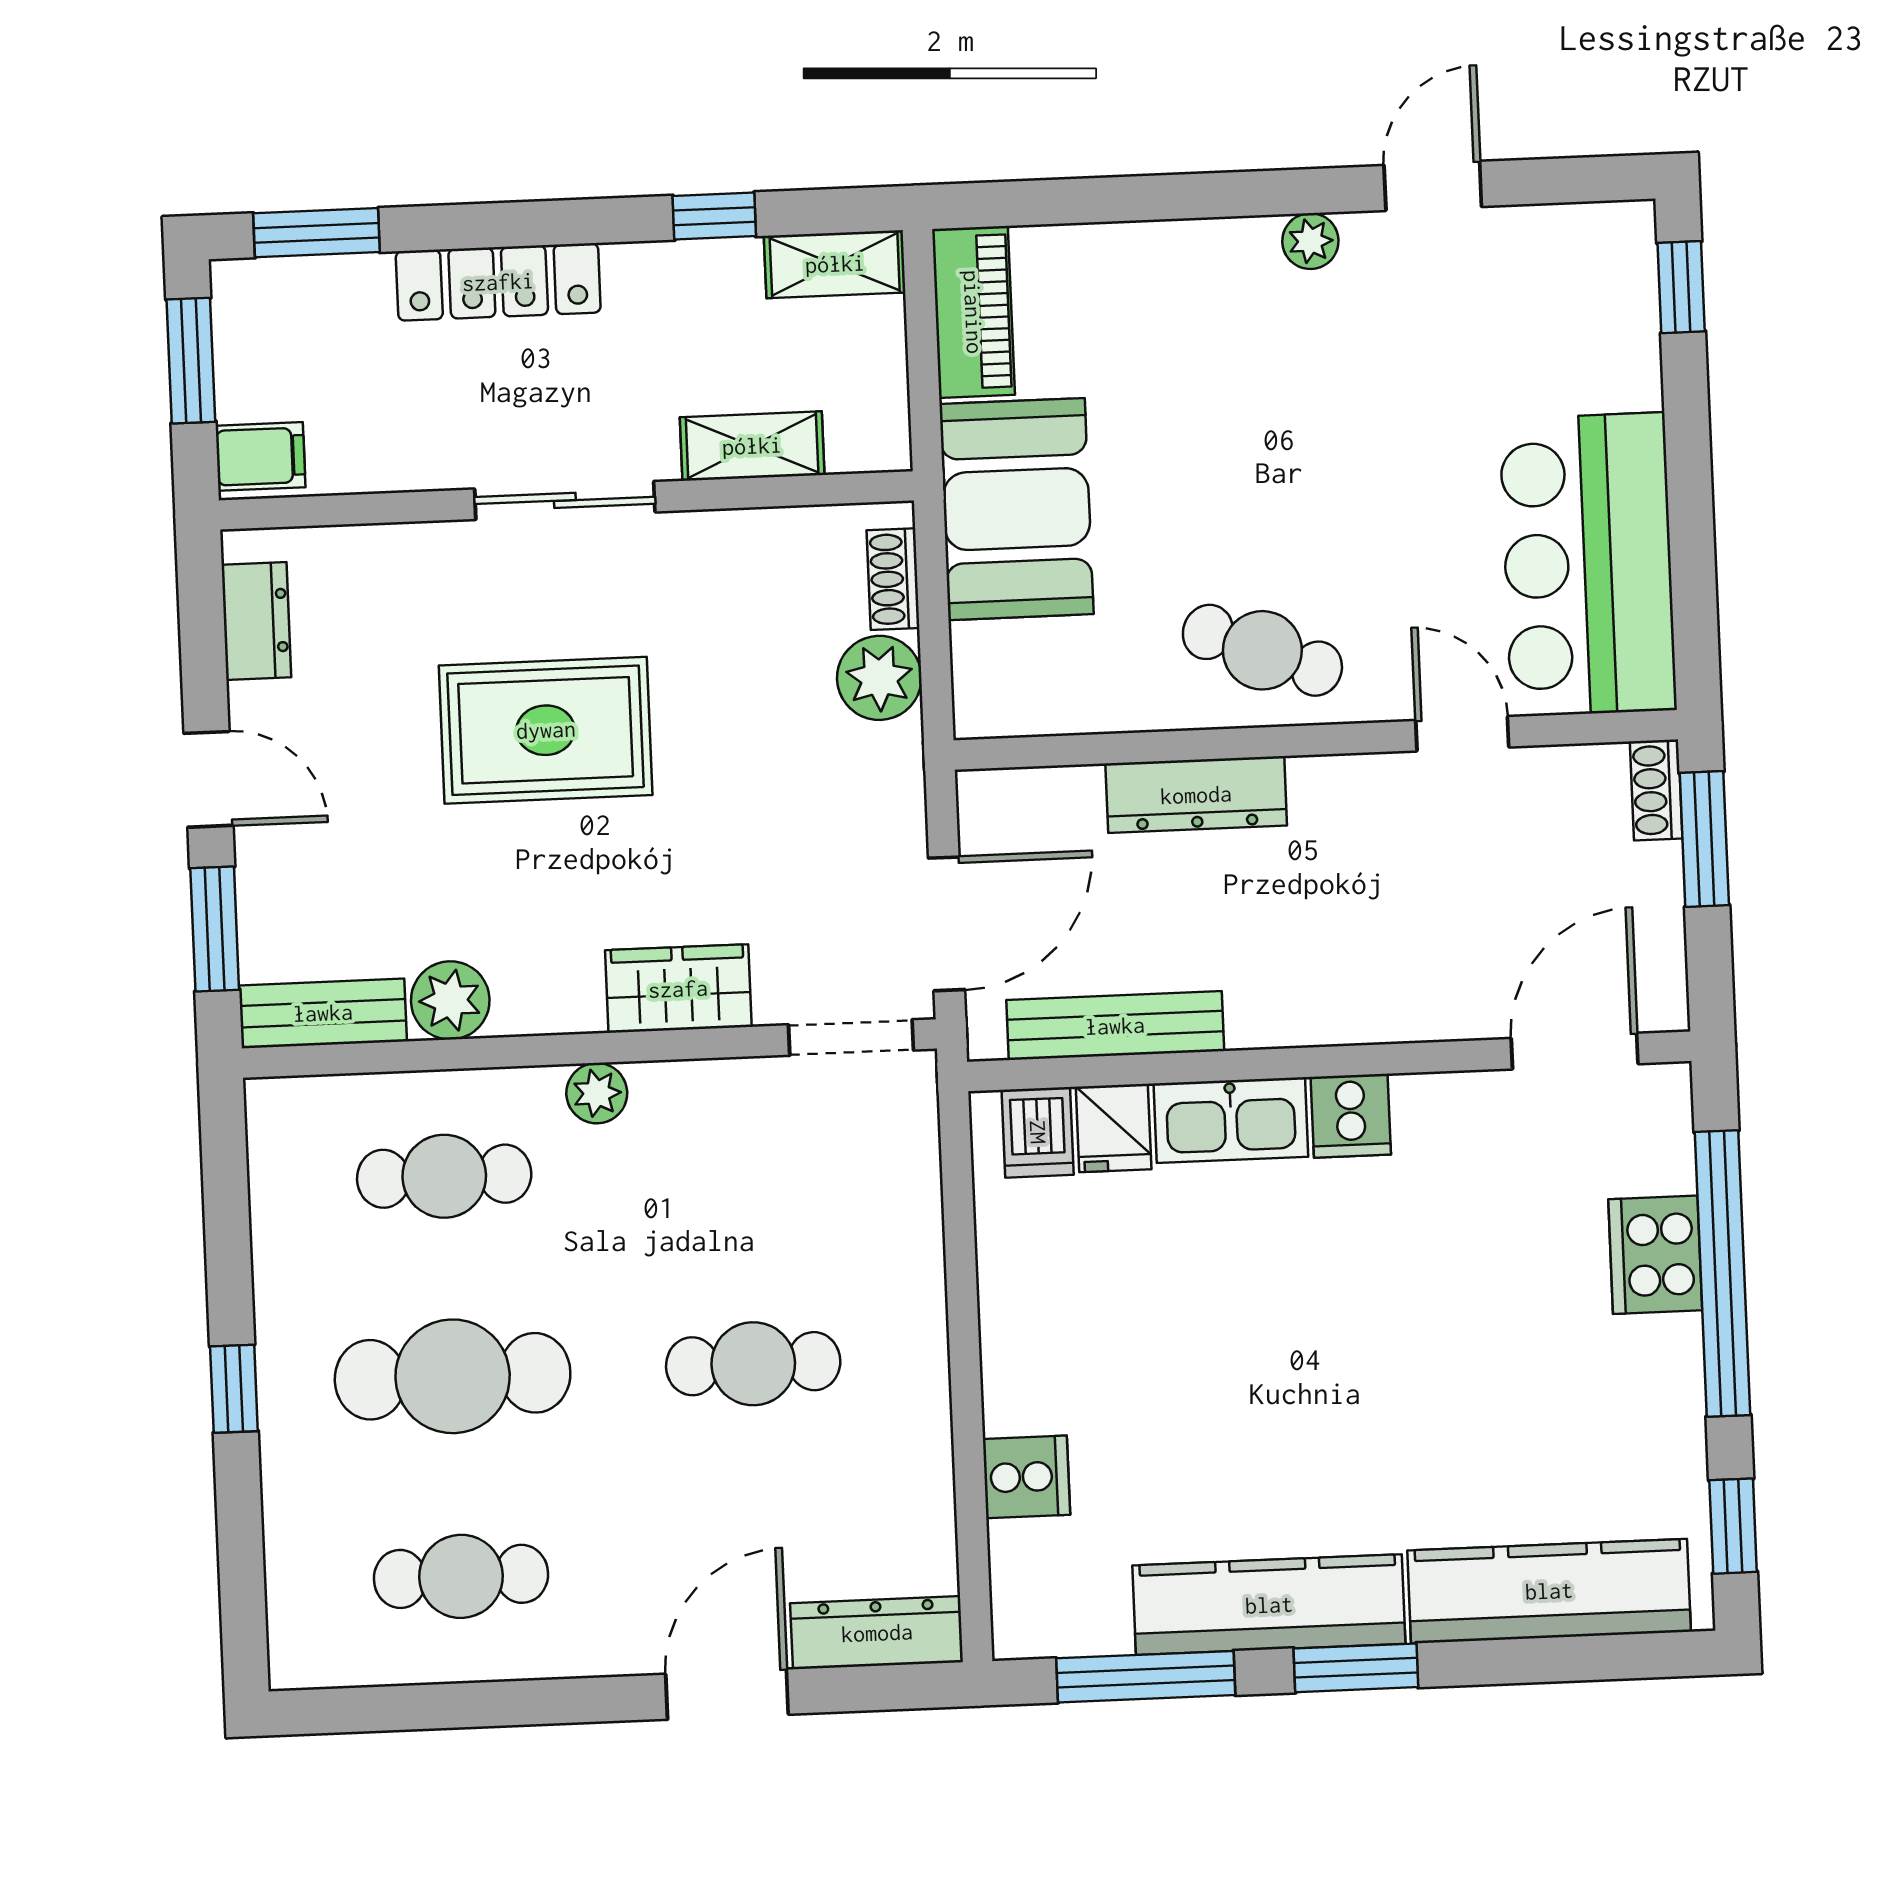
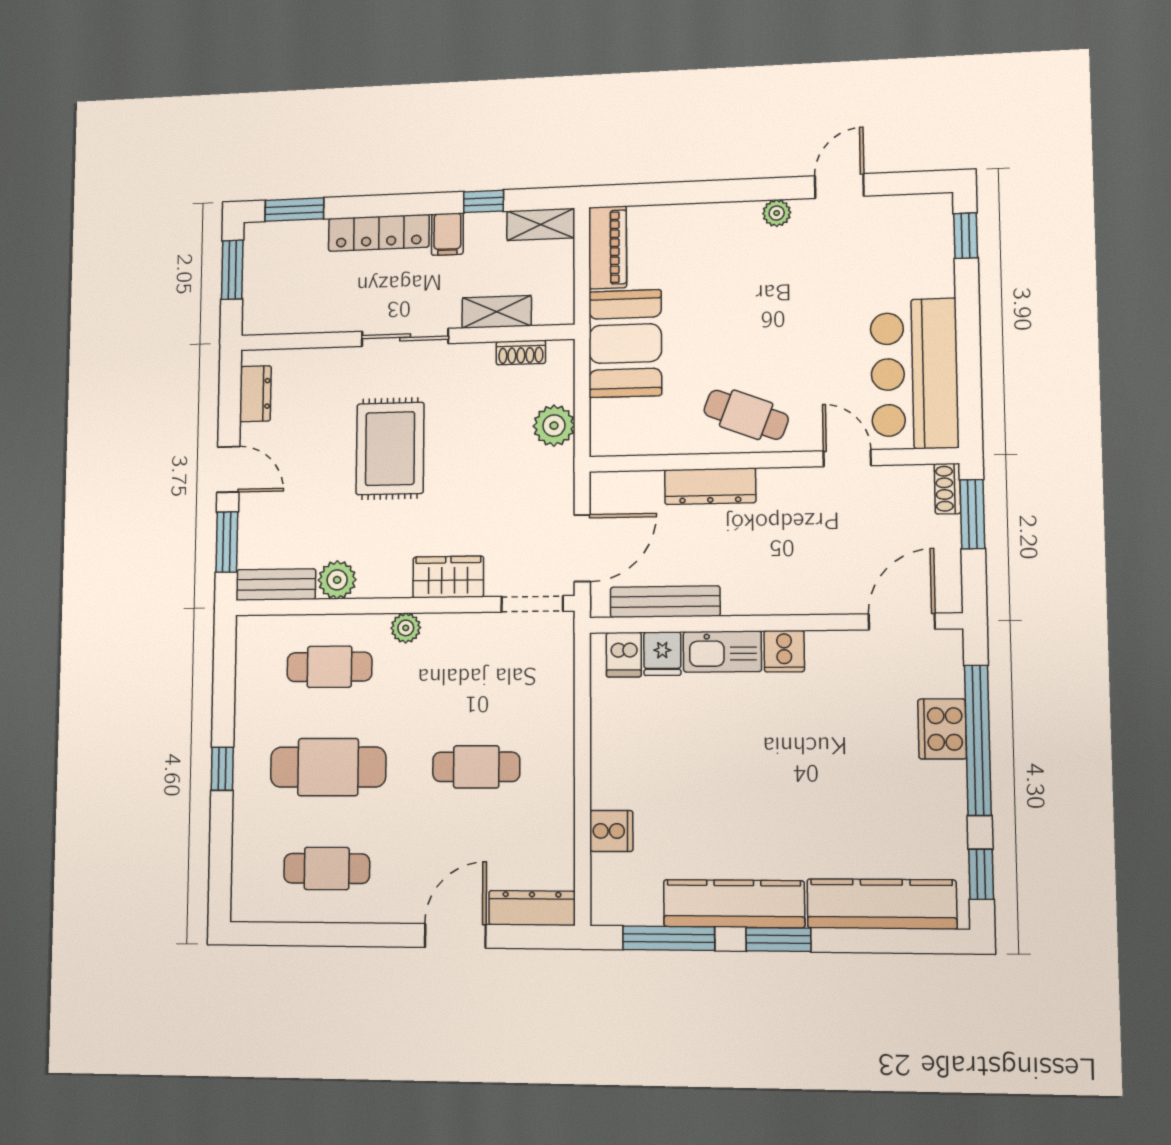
filing cabinet: (261, 456) -> (447, 234), moved, turned 90
shoe rack: (893, 579) -> (521, 352), moved, turned -90
rug: (546, 730) -> (390, 449), turned 90

